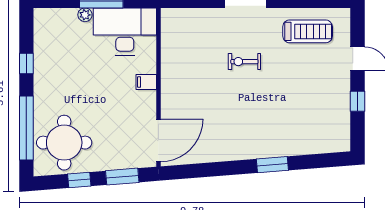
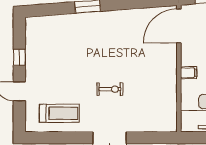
treadmill: (308, 31) -> (59, 113), turned 180

